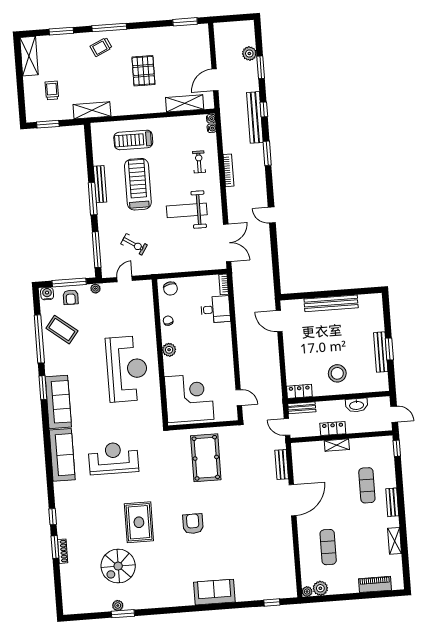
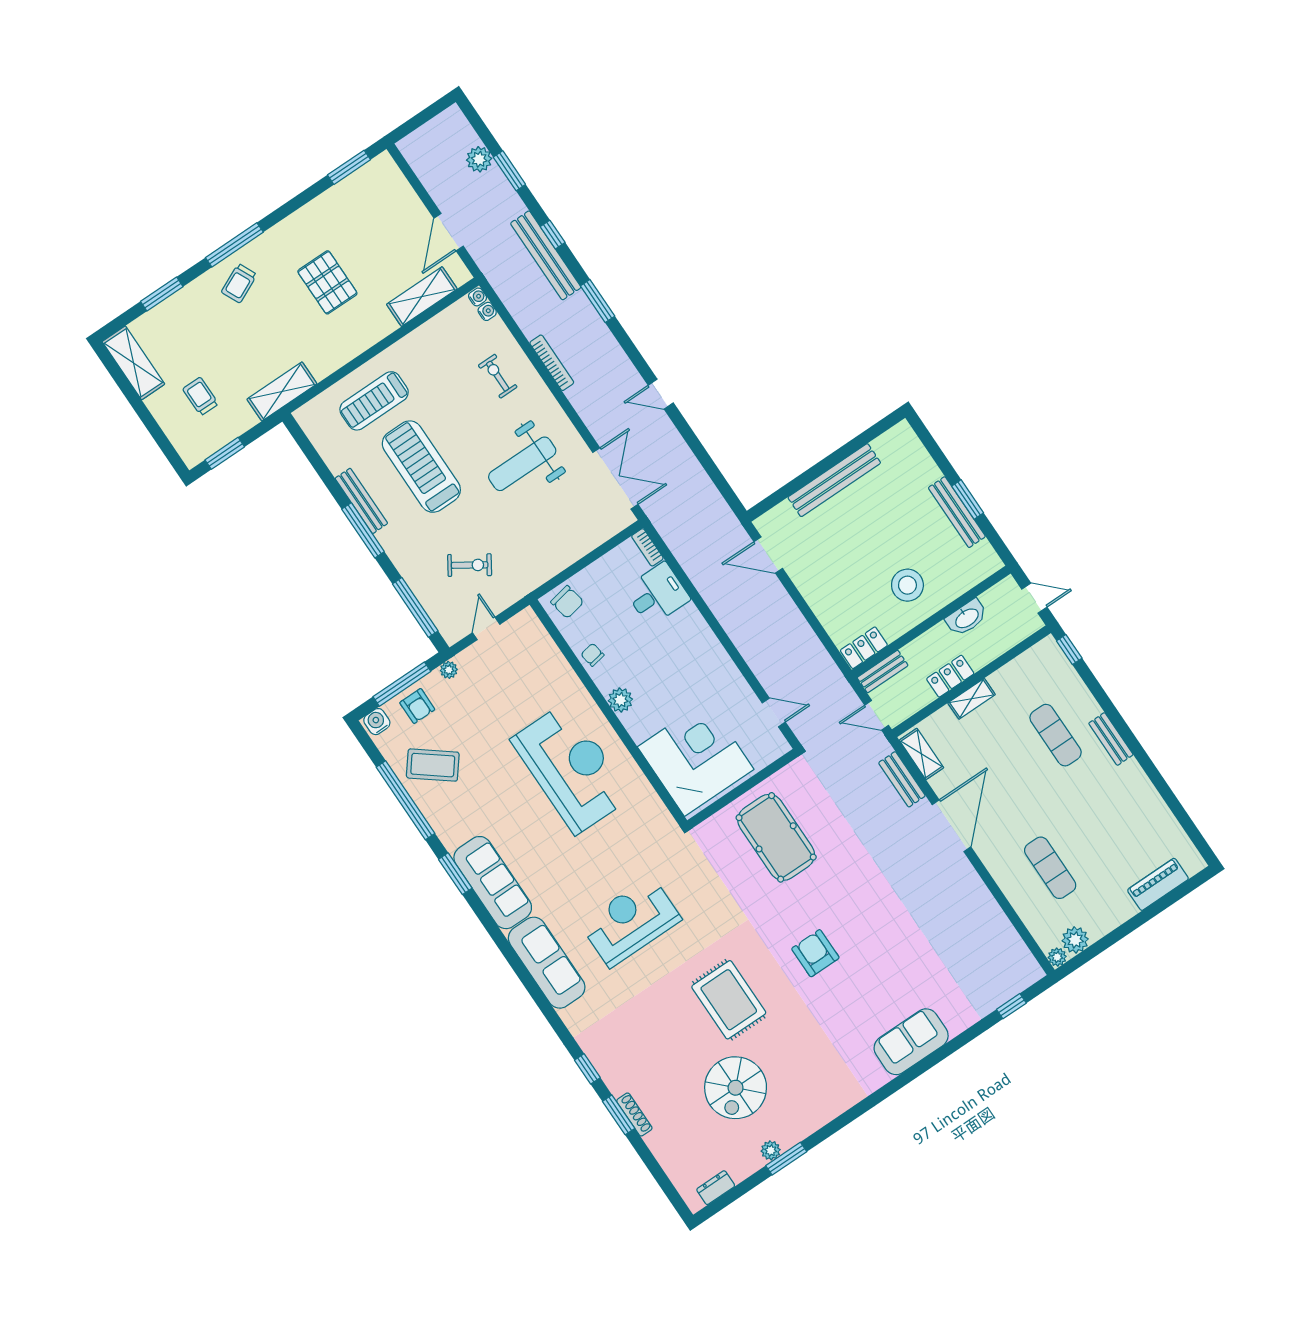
shelving: (395, 541) -> (921, 754), moved
dresser: (81, 608) -> (716, 1188), added

